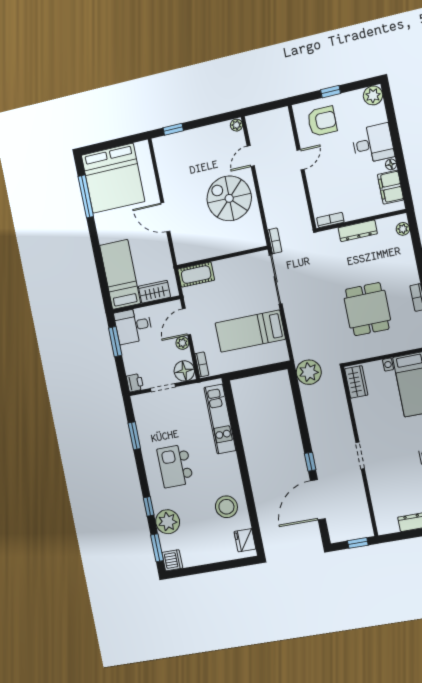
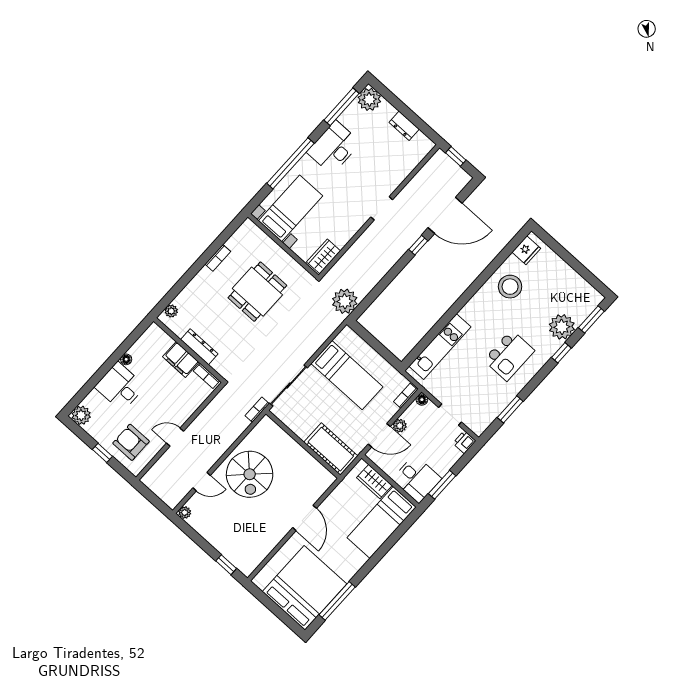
filing cabinet: (391, 187) -> (181, 359), moved, turned 90
cot: (196, 275) -> (331, 449), width x1.37, depth x1.34
floor lamp: (184, 371) -> (422, 400), width x0.53, depth x0.53
dishwasher: (172, 560) -> (592, 299), removed

